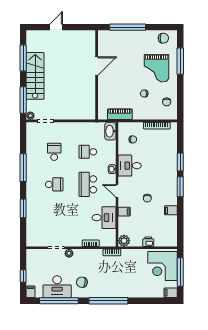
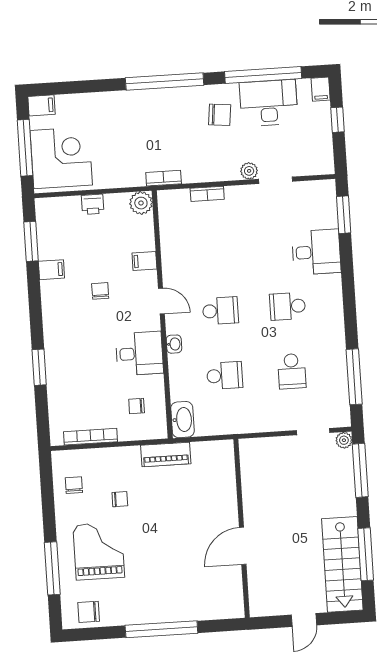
door: (97, 66) -> (243, 546), moved
wall: (97, 75) -> (242, 528), moved
stairs: (35, 76) -> (342, 564), moved
window: (23, 168) -> (354, 377), moved
school desk: (88, 184) -> (220, 311), width x0.54
window: (180, 187) -> (31, 241), moved
window: (23, 208) -> (344, 215), moved
desk: (104, 218) -> (316, 252), moved, turned 180

